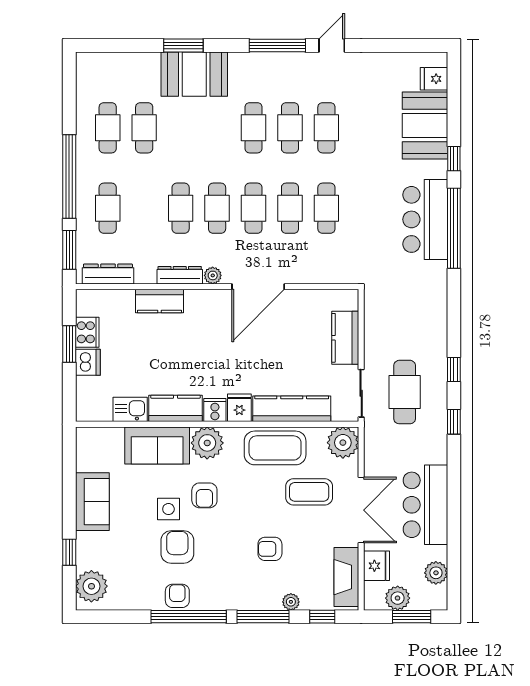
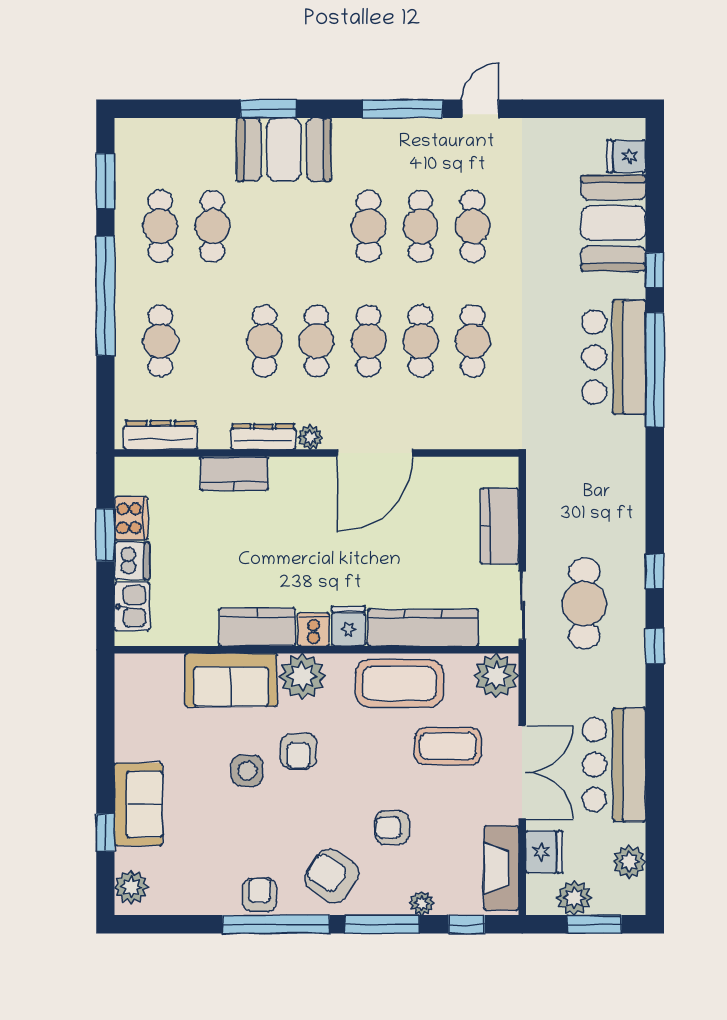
window: (69, 250) -> (105, 181), moved
kitchen sink: (130, 409) -> (132, 606), moved, turned 90
sofa: (92, 502) -> (138, 804), moved
armchair: (177, 547) -> (331, 876), moved, turned -56
plant: (91, 586) -> (131, 887), width x0.73, depth x0.73

